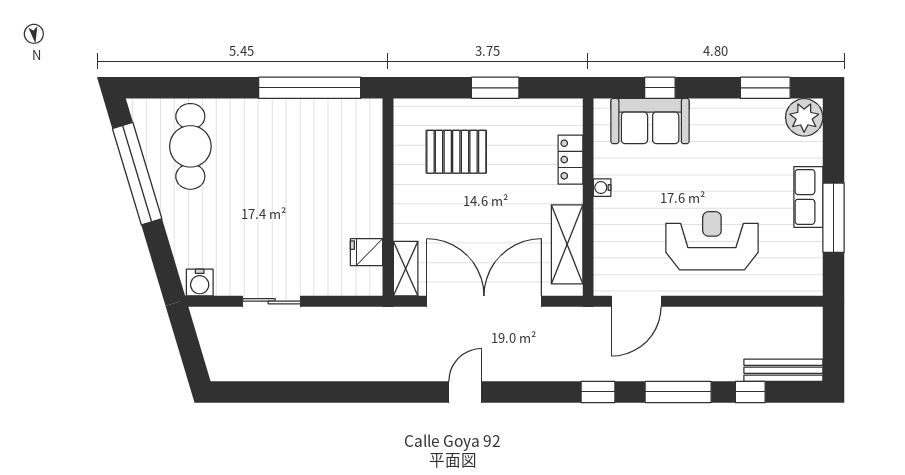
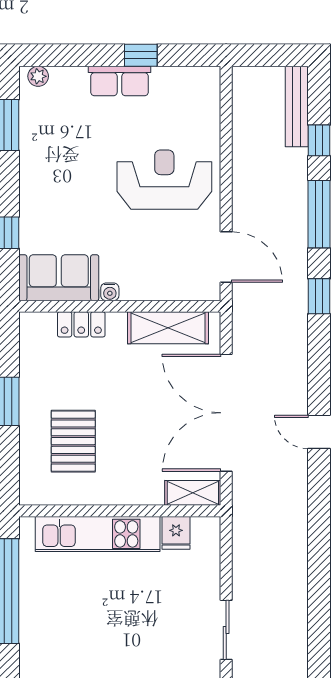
plant: (804, 117) -> (38, 76), width x0.53, depth x0.53
sofa: (650, 121) -> (59, 278), moved, turned -90
kitchen unit: (366, 176) -> (98, 534), added
window: (834, 218) -> (141, 55), width x0.46
reception desk: (712, 241) -> (164, 180), turned 90

